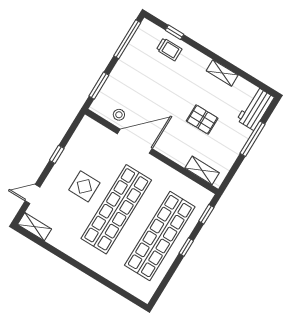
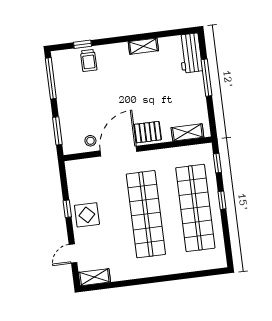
trolley: (169, 49) -> (89, 60), turned 90
pallet: (202, 120) -> (148, 132), moved
display table: (84, 186) -> (87, 215), moved

